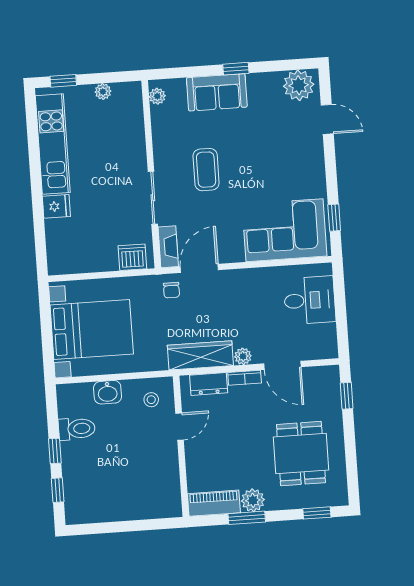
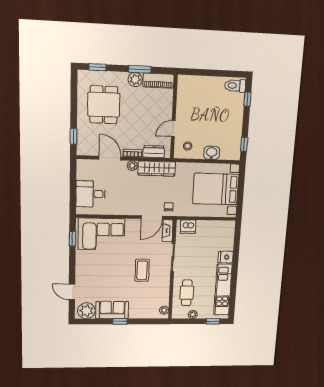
sofa: (217, 92) -> (112, 310), moved
cafe table: (119, 133) -> (187, 293), added
toilet: (77, 429) -> (235, 86), moved
window: (55, 451) -> (244, 144), moved

